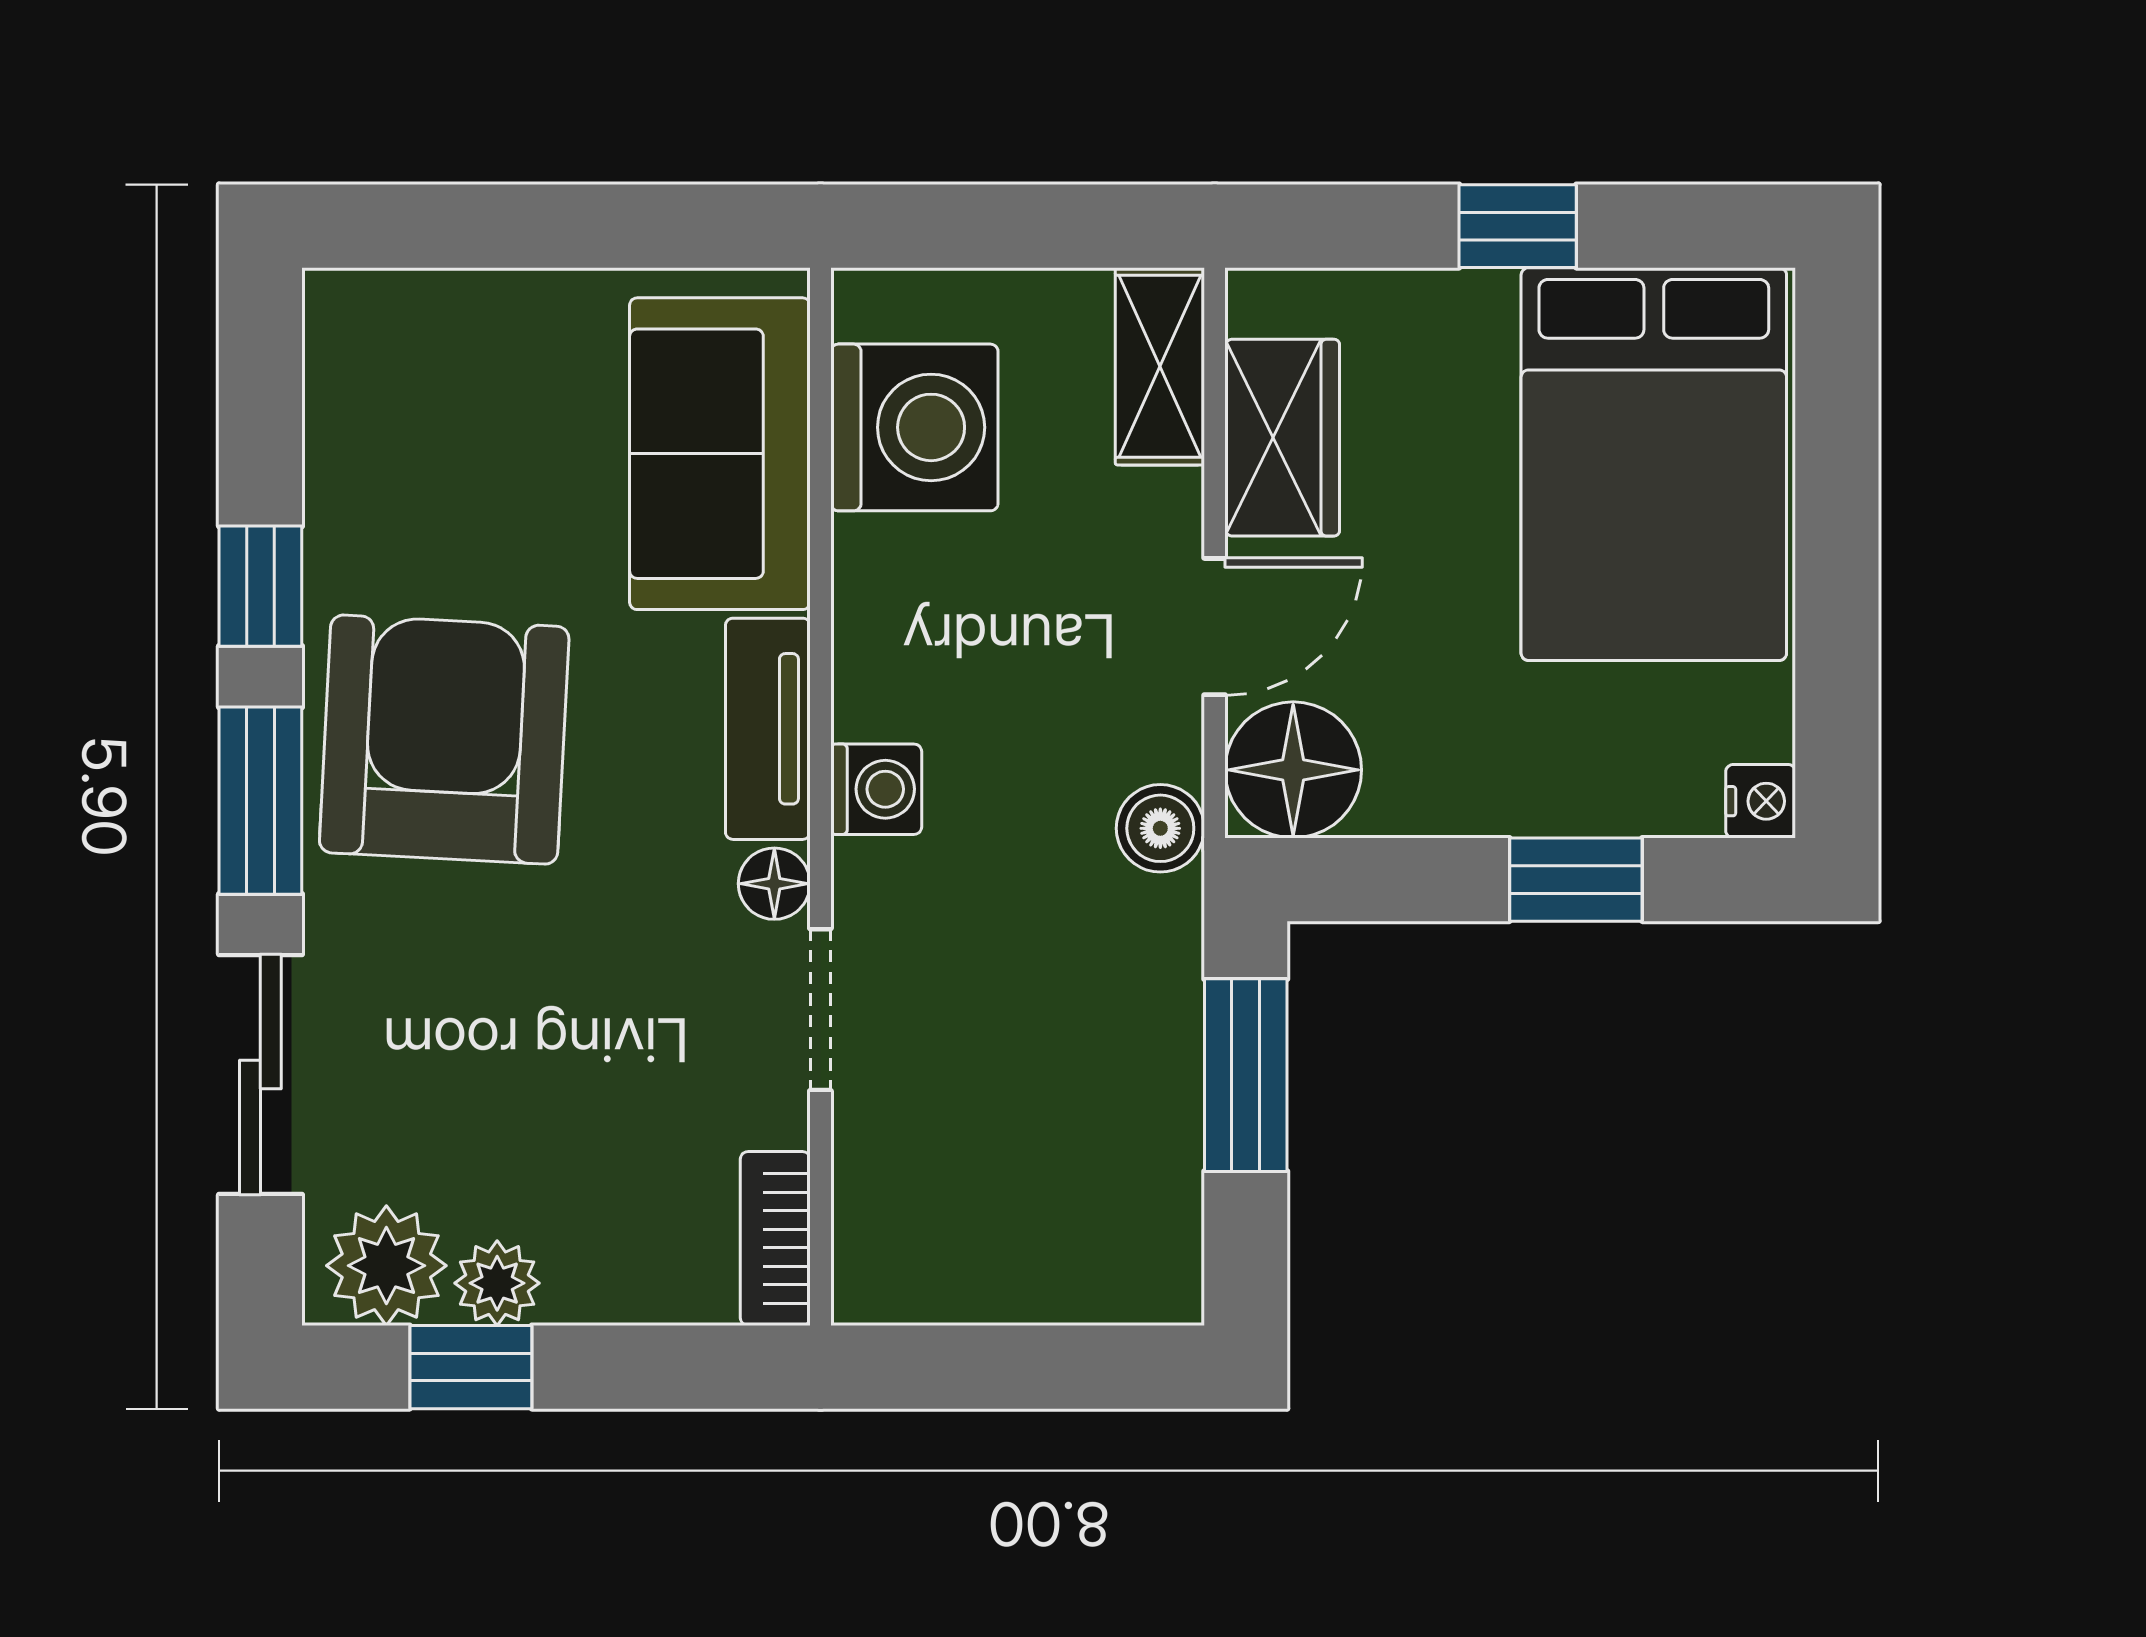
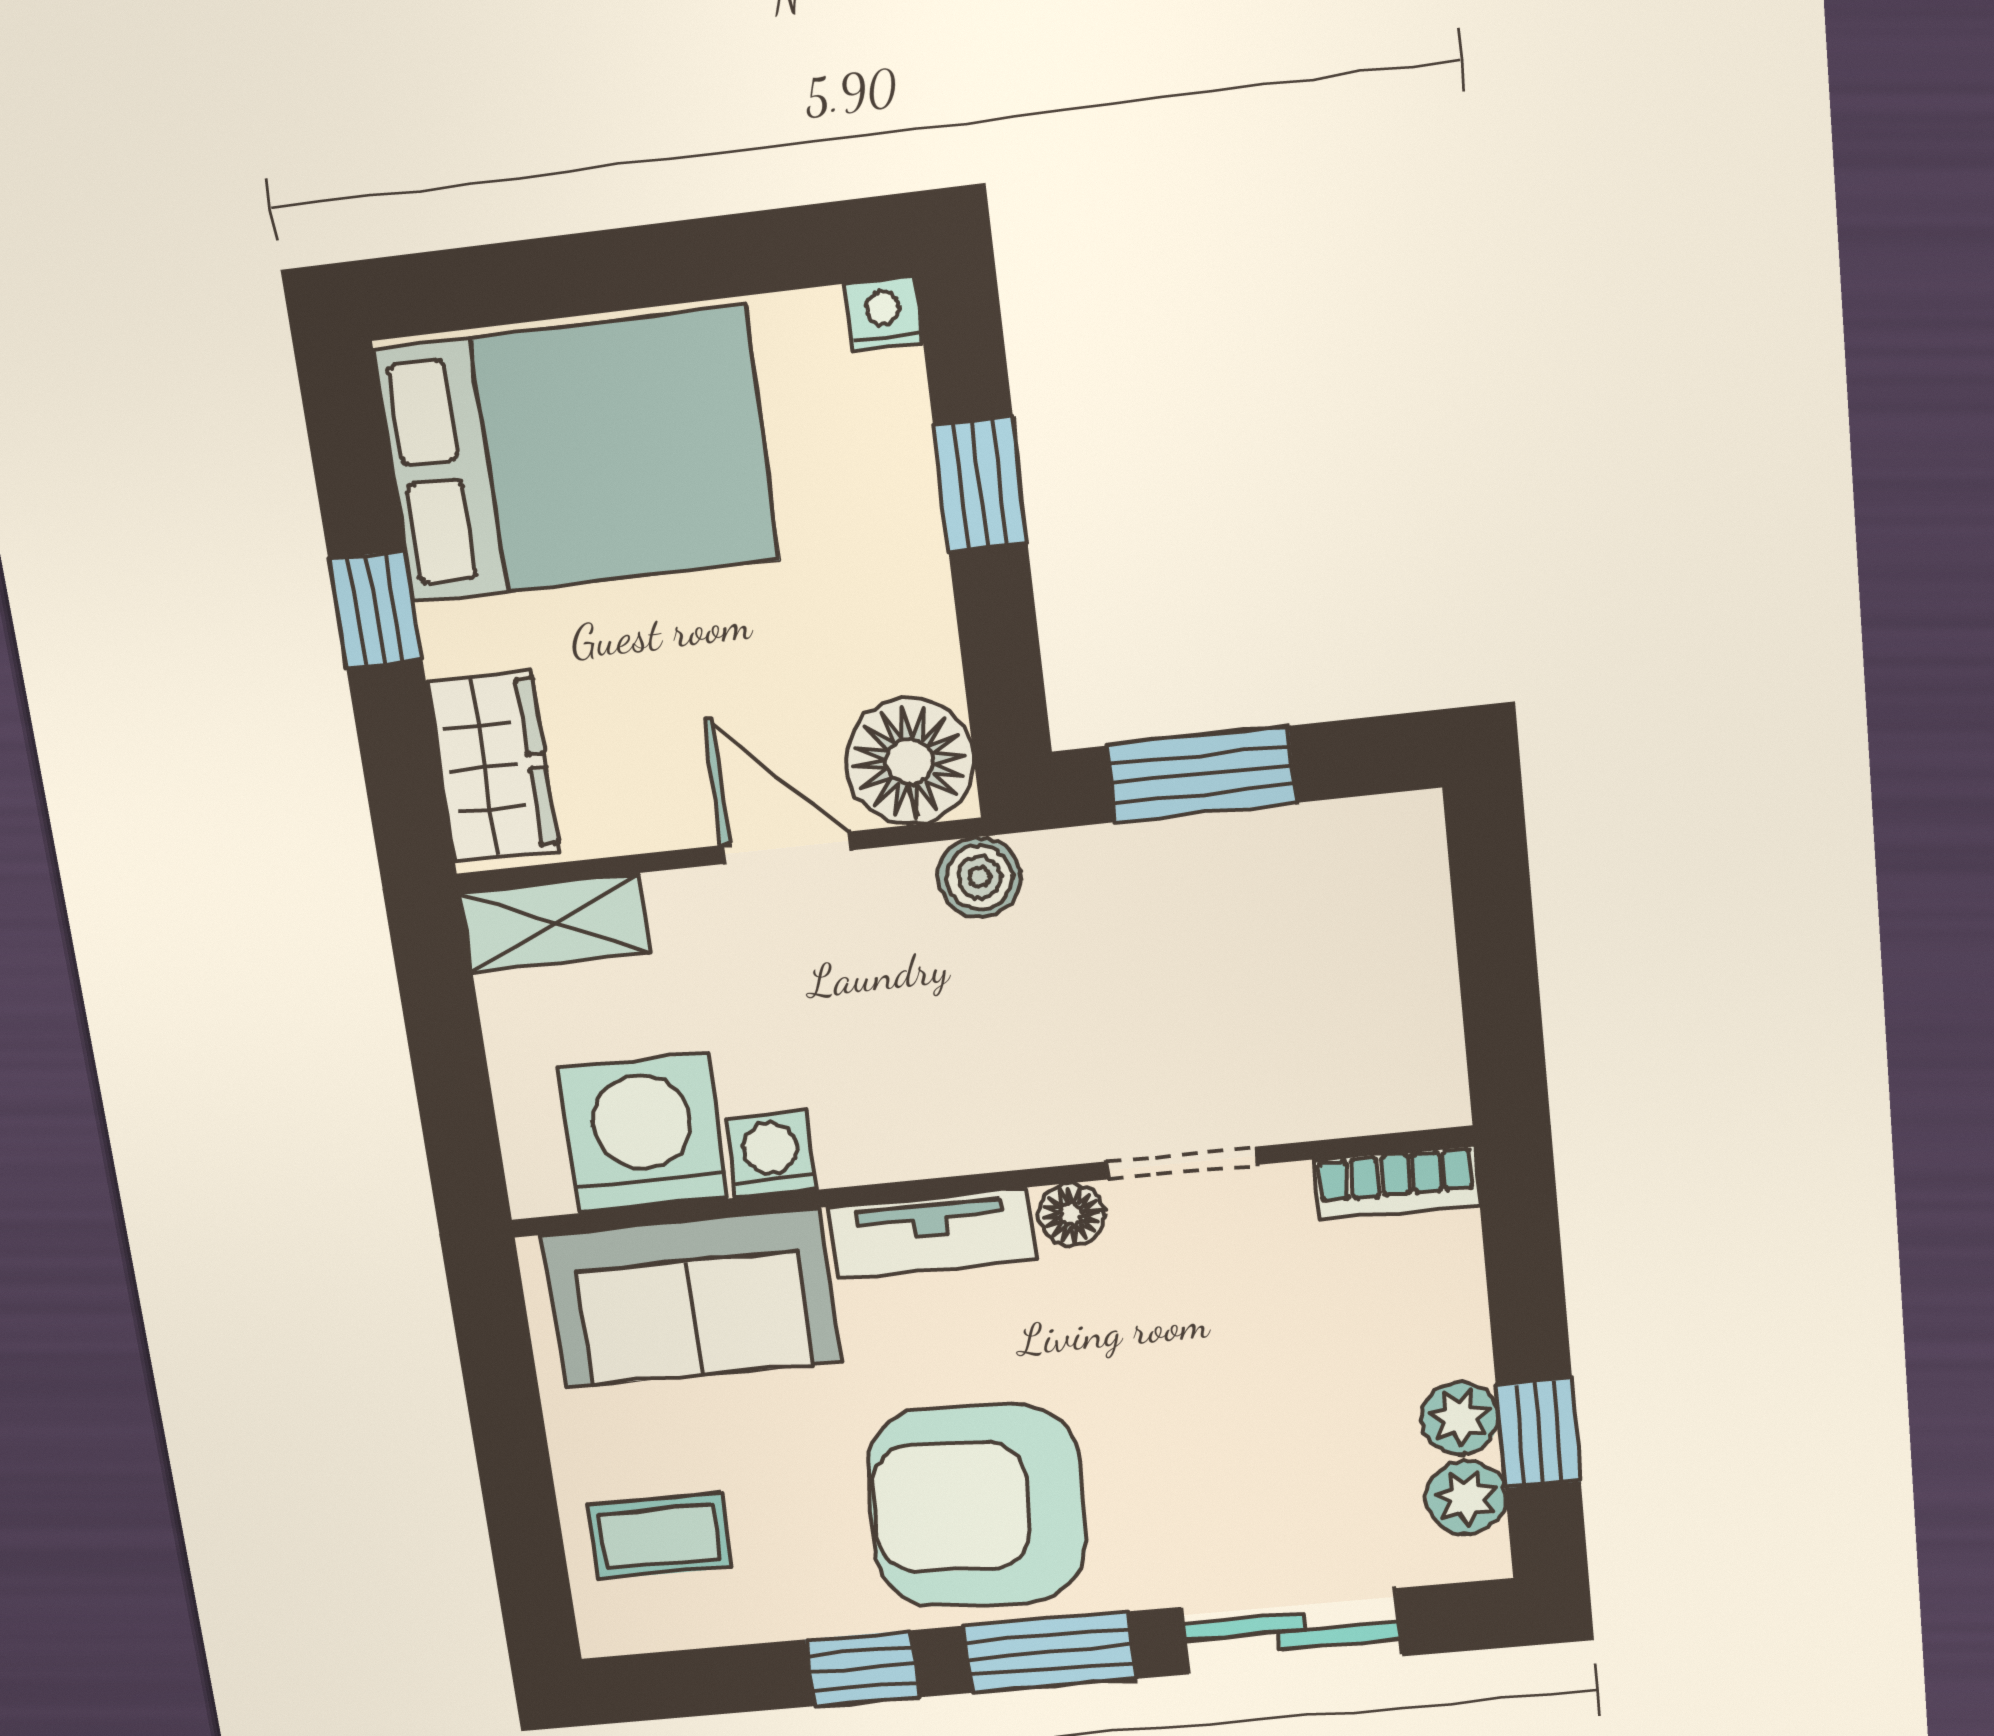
coffee table: (443, 378) -> (659, 1536), added
wardrobe: (1282, 438) -> (493, 766), moved, turned 90
washing machine: (876, 789) -> (771, 1154), moved
plant: (386, 1266) -> (1466, 1497), width x0.73, depth x0.73

